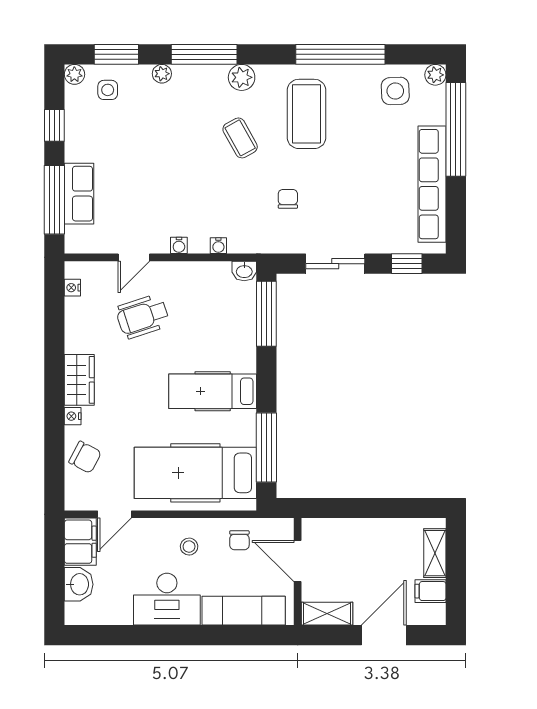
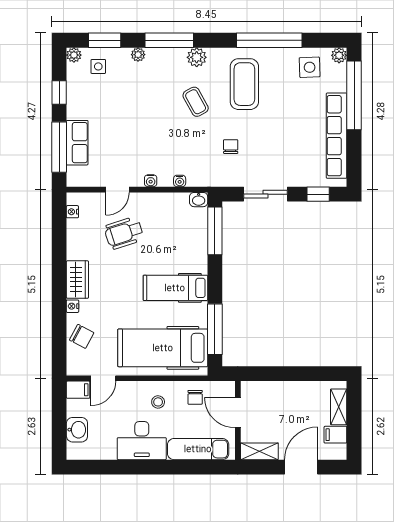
filing cabinet: (80, 542) -> (78, 390), width x0.50

